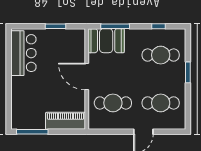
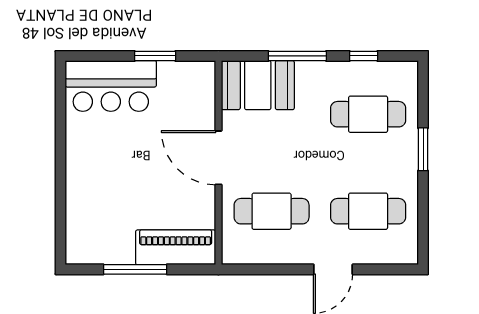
window: (115, 26) -> (297, 56), moved
bar counter: (23, 53) -> (111, 86), moved, turned 90
window: (32, 132) -> (135, 269), moved

